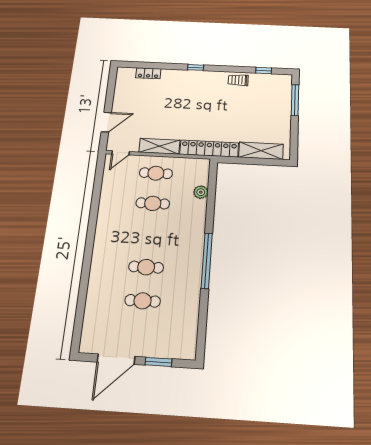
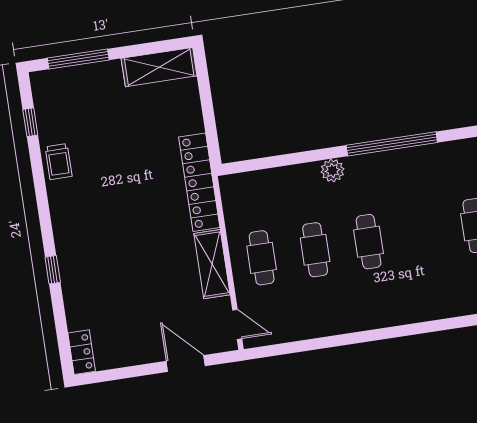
window: (196, 67) -> (53, 270), moved
locker: (148, 73) -> (82, 352), moved
shelving: (261, 151) -> (159, 67), moved, turned 90
plant: (201, 192) -> (332, 170), moved
cafe table: (146, 267) -> (369, 242), moved

